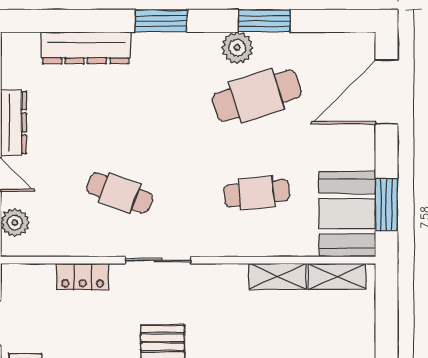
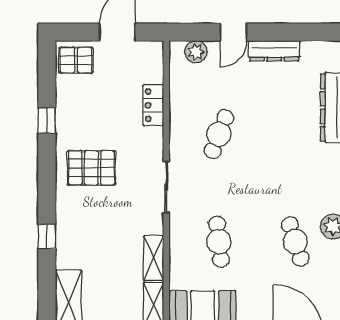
cafe table: (257, 96) -> (295, 242), width x0.73, depth x0.74
sliding door: (158, 260) -> (166, 187), moved

